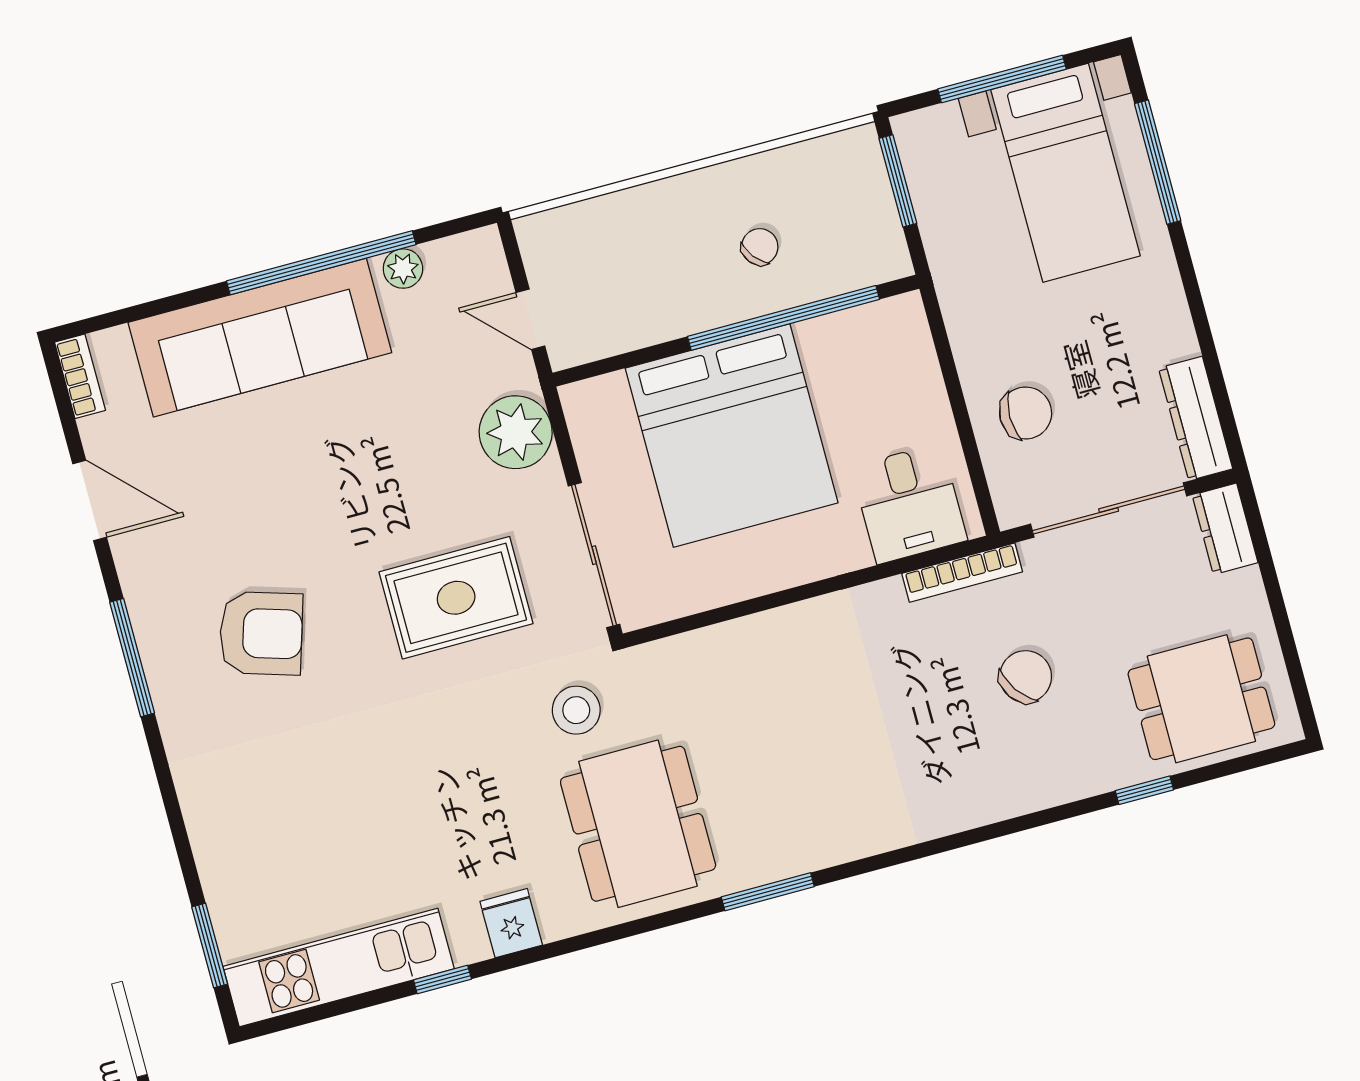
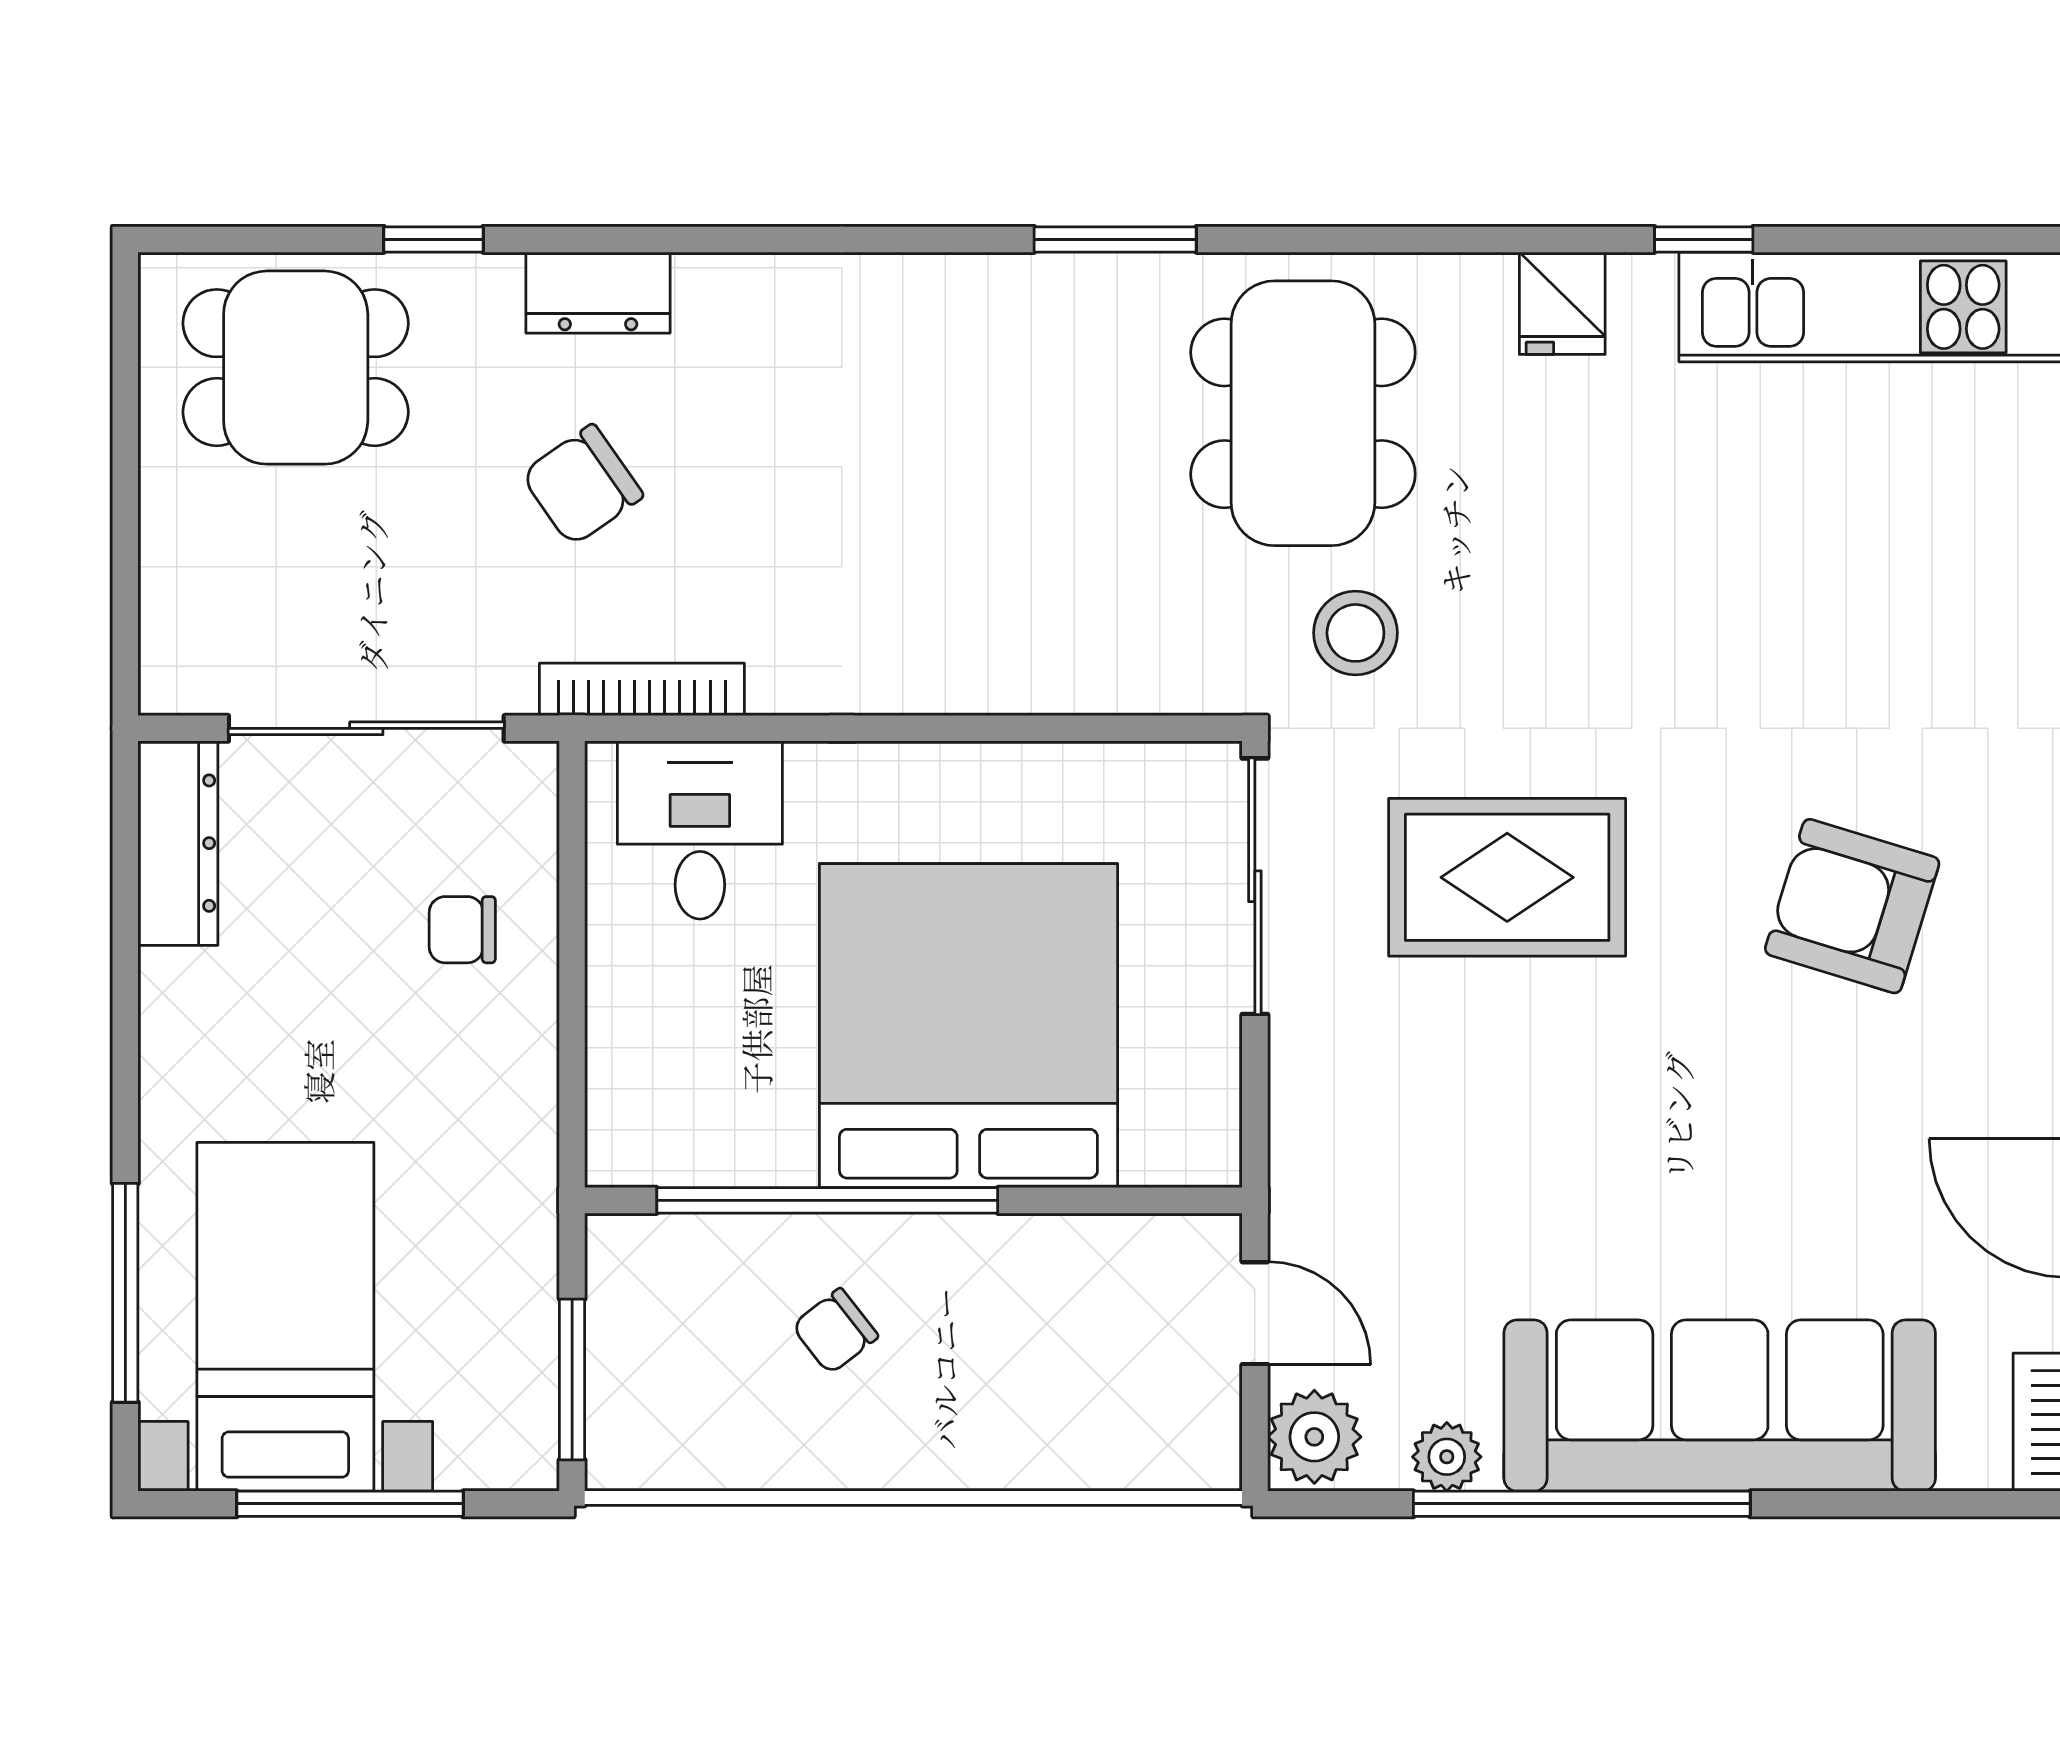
chair: (1026, 413) -> (462, 930), width x0.73, depth x0.73
plant: (516, 432) -> (1314, 1437), moved, width x0.73, depth x0.73
dresser: (1225, 529) -> (598, 293), moved, turned 90

